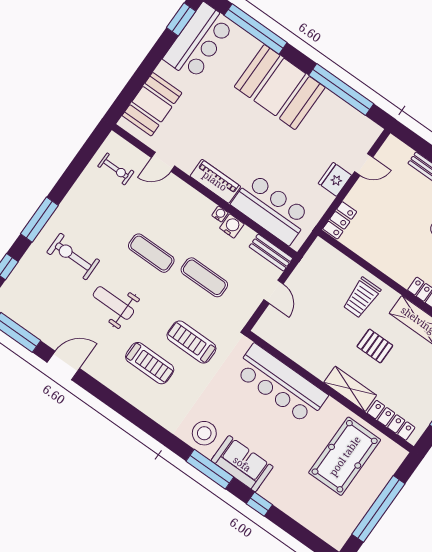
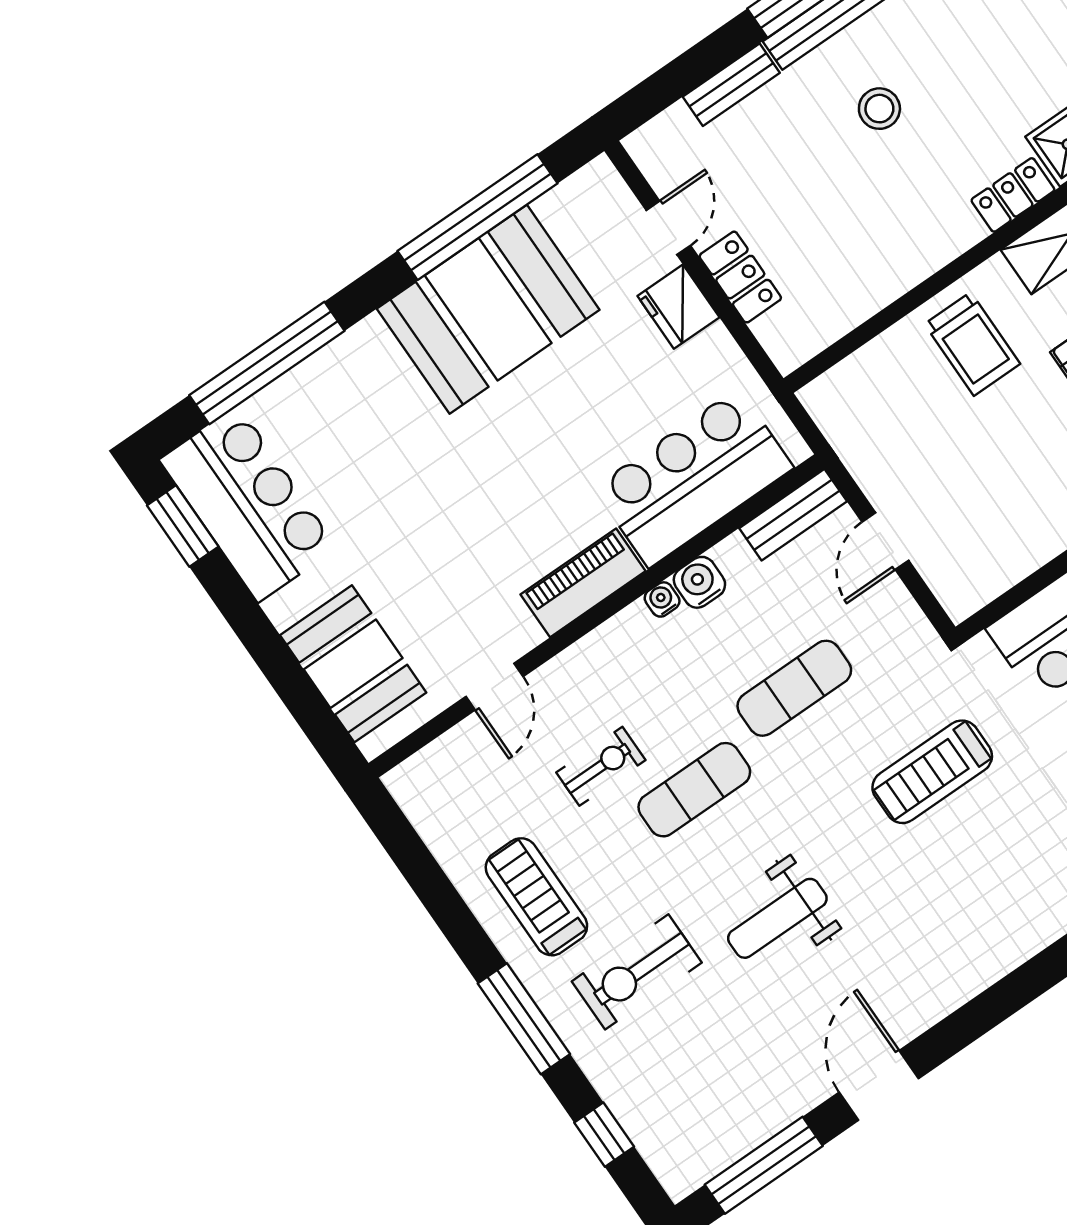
booth: (280, 87) -> (488, 309), moved
exercise bike: (116, 169) -> (601, 766), moved
locker: (340, 220) -> (740, 277), moved
door: (274, 292) -> (885, 541), swing flipped
treadmill: (150, 363) -> (536, 897), moved, turned -90

